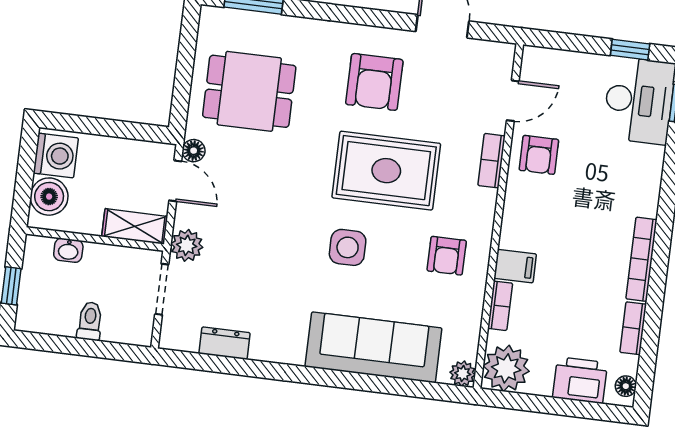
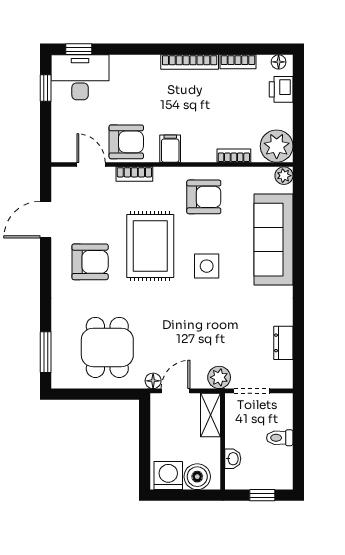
armchair: (539, 155) -> (126, 142), width x1.38, depth x1.38
armchair: (447, 256) -> (204, 197), width x1.38, depth x1.38
filing cabinet: (515, 266) -> (170, 149), moved
printer: (580, 380) -> (281, 89), width x0.73, depth x0.81

